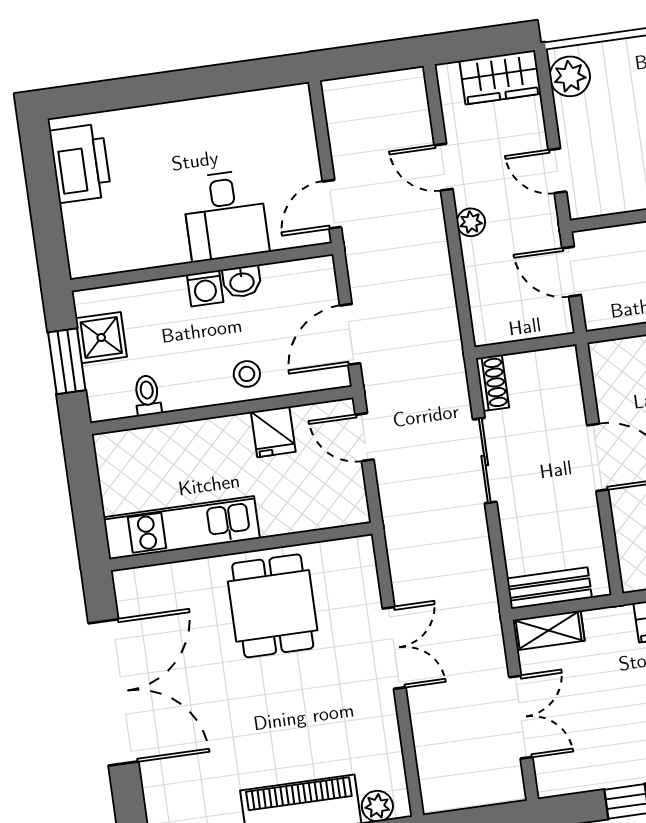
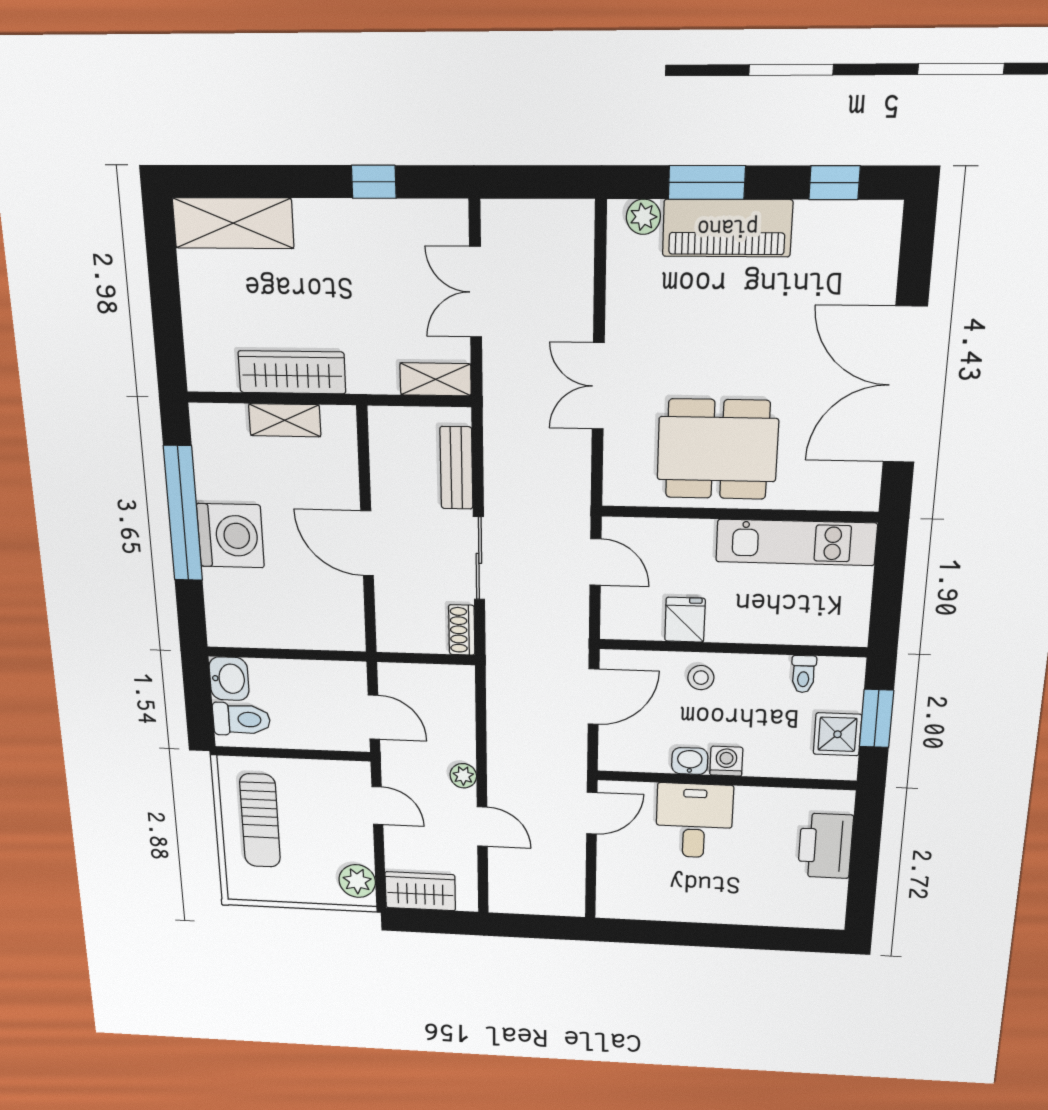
printer: (80, 163) -> (825, 846), moved
door: (364, 437) -> (596, 562), moved
bench: (549, 588) -> (456, 468), moved, turned 90
dining table: (273, 606) -> (717, 449), width x1.37

